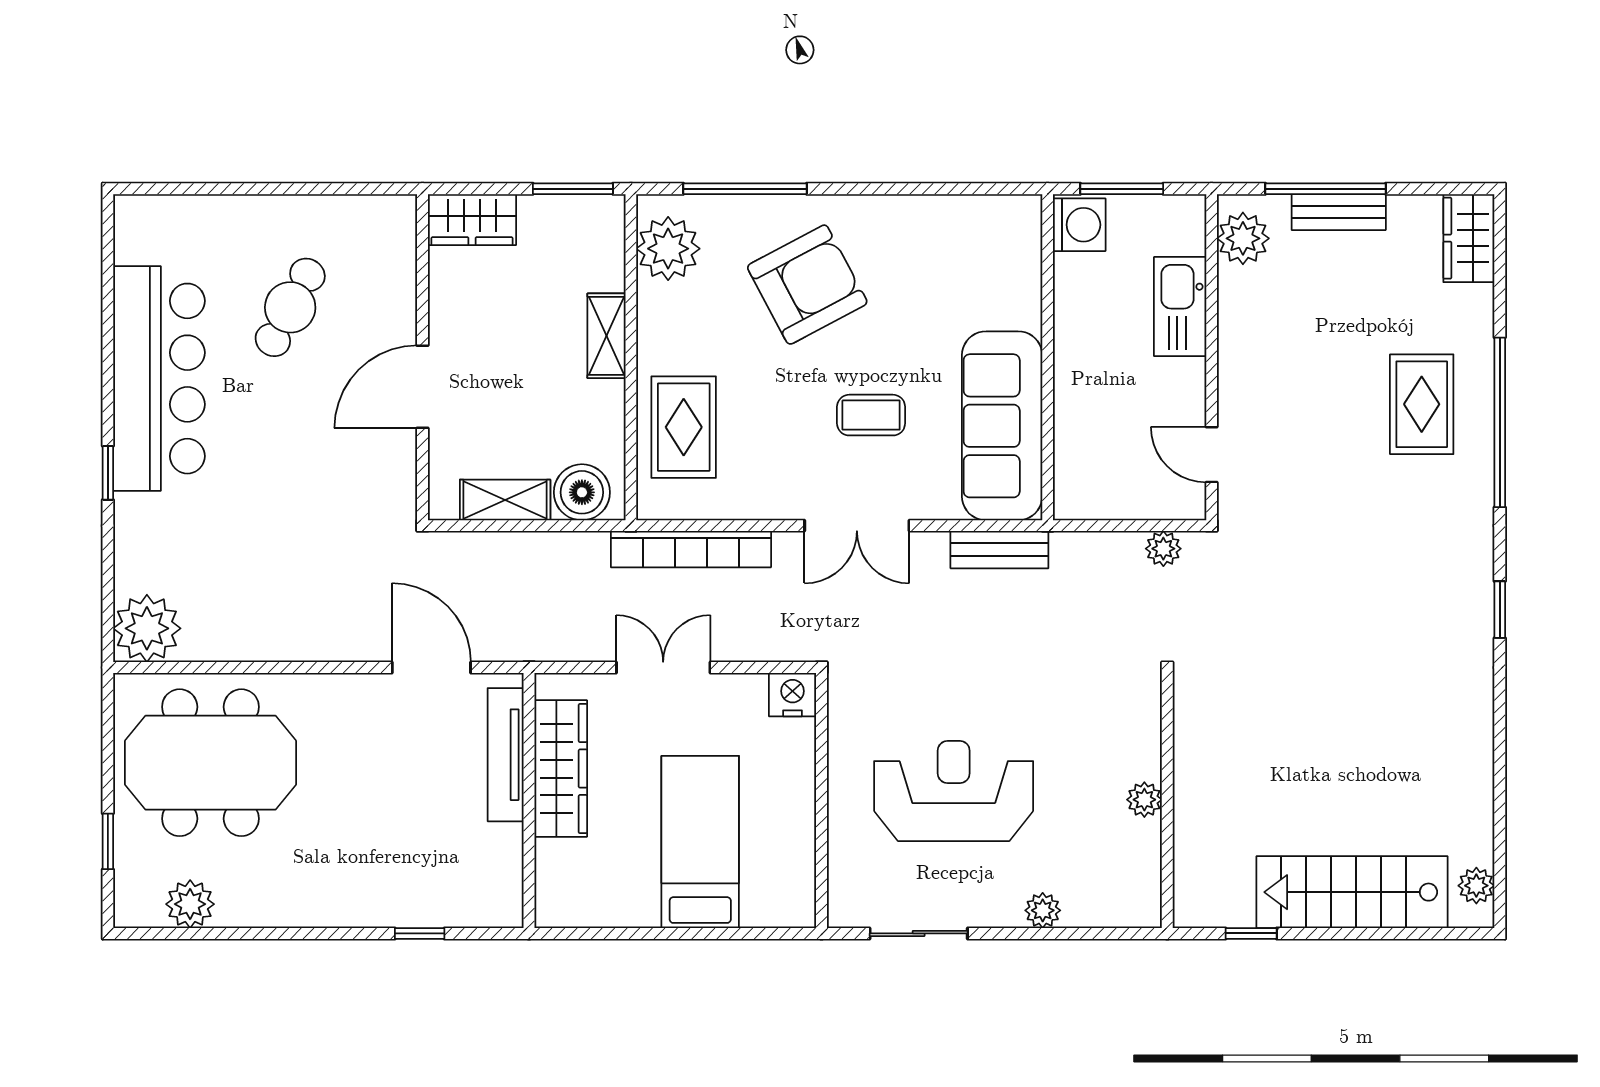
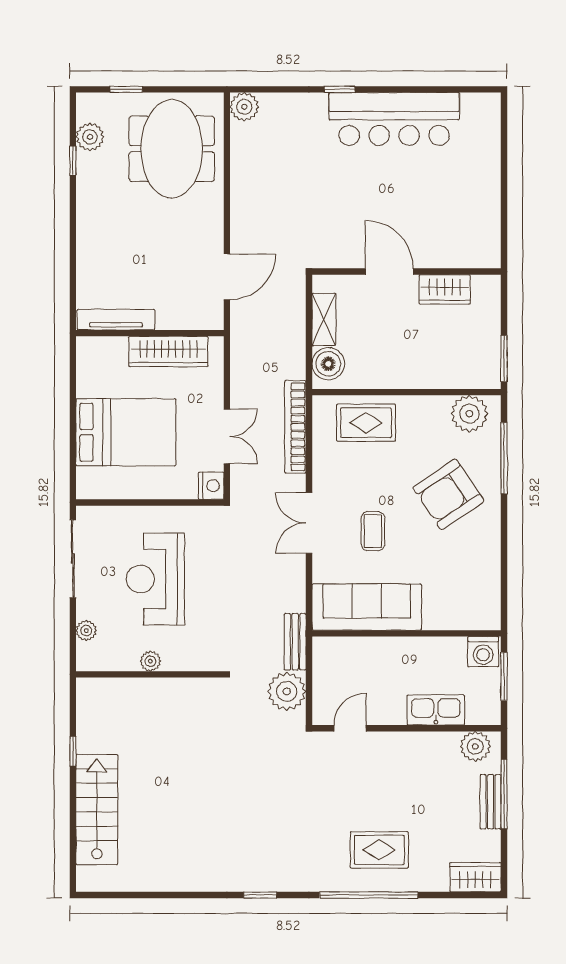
wardrobe: (472, 220) -> (445, 289), moved, turned -90
armchair: (807, 285) -> (449, 494), turned 84
cafe table: (290, 307) -> (435, 195), removed
shelving: (607, 336) -> (419, 378), removed
plant: (1163, 549) -> (287, 691), width x1.88, depth x1.88
bench: (999, 550) -> (295, 642), moved
plant: (147, 628) -> (244, 107), width x0.73, depth x0.73
double door: (663, 667) -> (227, 436), moved
tv unit: (506, 755) -> (116, 320), moved
reception desk: (954, 791) -> (155, 579), turned 180
plant: (1144, 800) -> (150, 661), moved
wall: (1167, 800) -> (150, 674), moved
bed: (700, 842) -> (126, 432), width x1.50
plant: (1476, 886) -> (101, 882), removed
window: (420, 933) -> (73, 161), moved
sliding door: (919, 933) -> (73, 559), width x1.37

